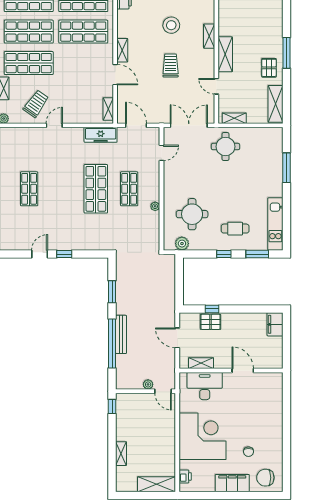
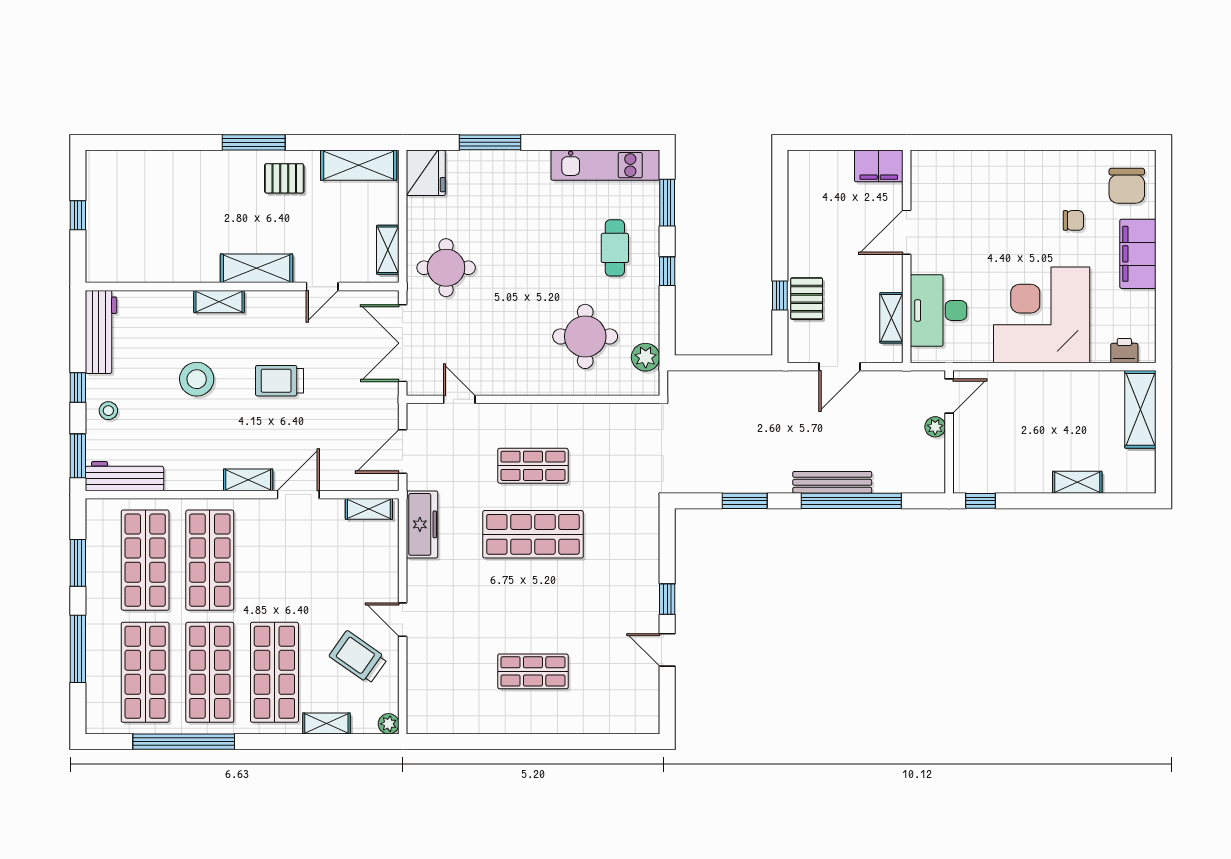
fridge: (272, 137) -> (426, 173), added
plant: (155, 206) -> (569, 412), removed
filing cabinet: (275, 324) -> (879, 166), moved

